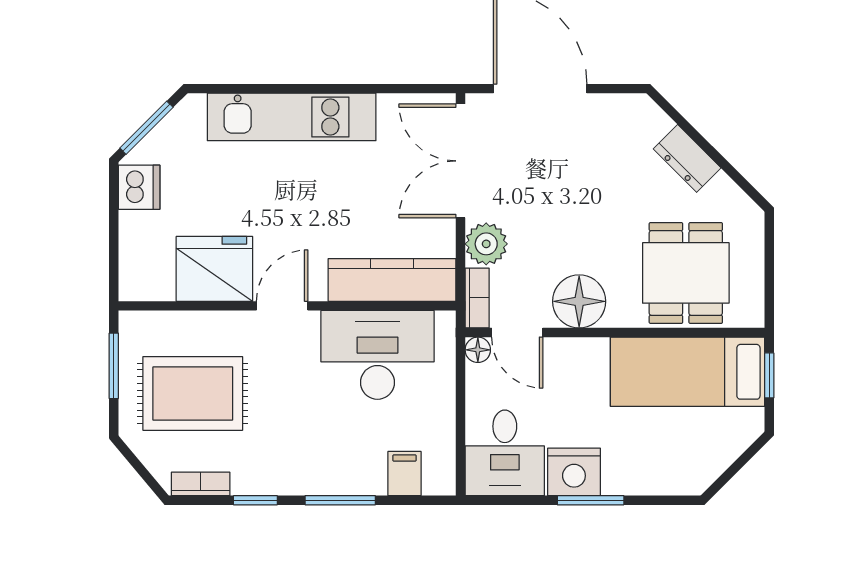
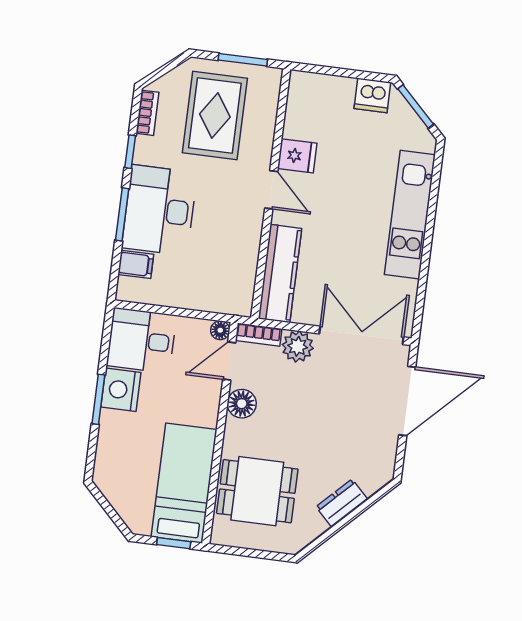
fridge: (214, 269) -> (297, 156), width x0.53, depth x0.75
floor lamp: (579, 301) -> (242, 404), width x0.73, depth x0.73
desk: (377, 355) -> (159, 210), moved, turned 180

